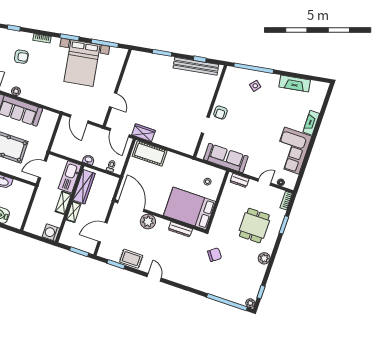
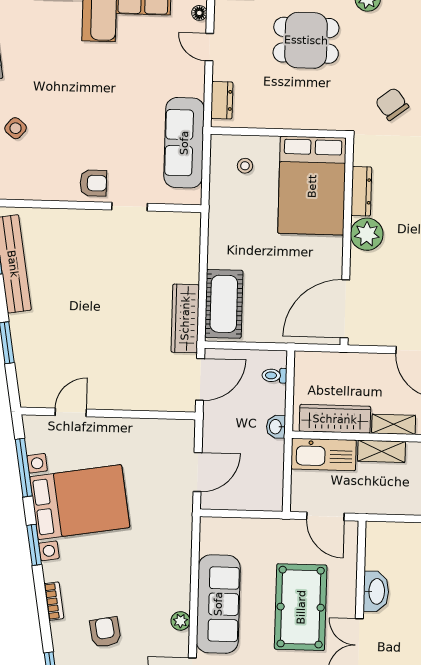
door: (113, 100) -> (71, 412), moved
wardrobe: (143, 133) -> (185, 318), width x1.50
plant: (148, 221) -> (367, 234), moved

